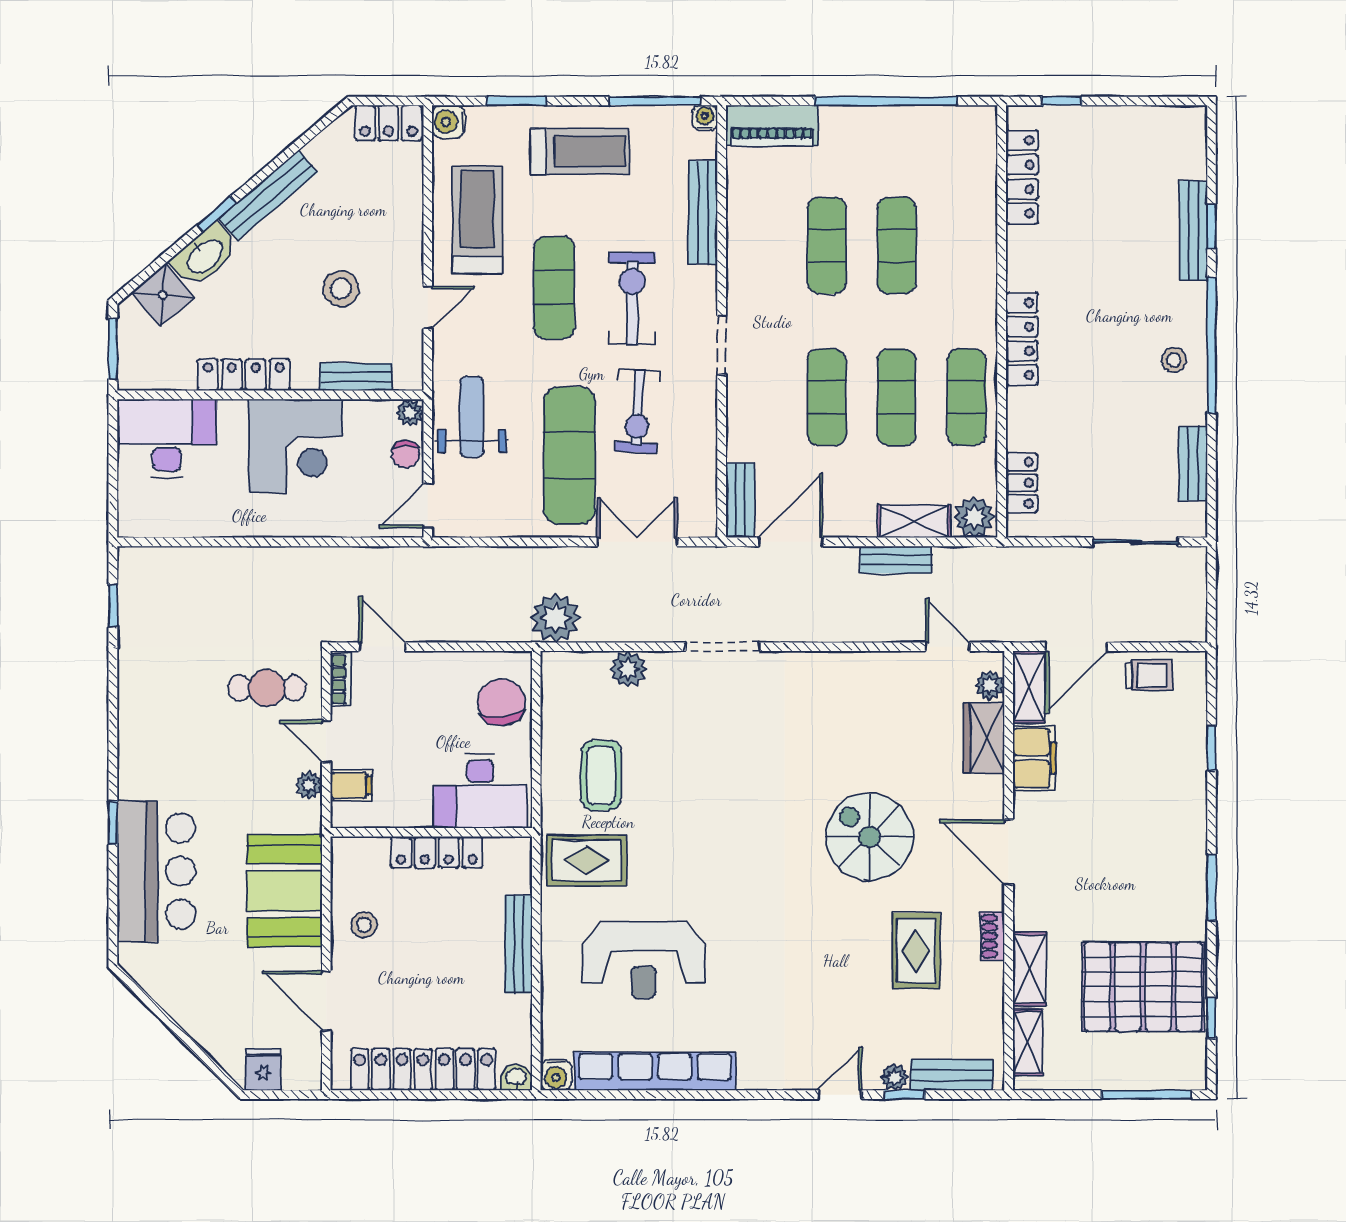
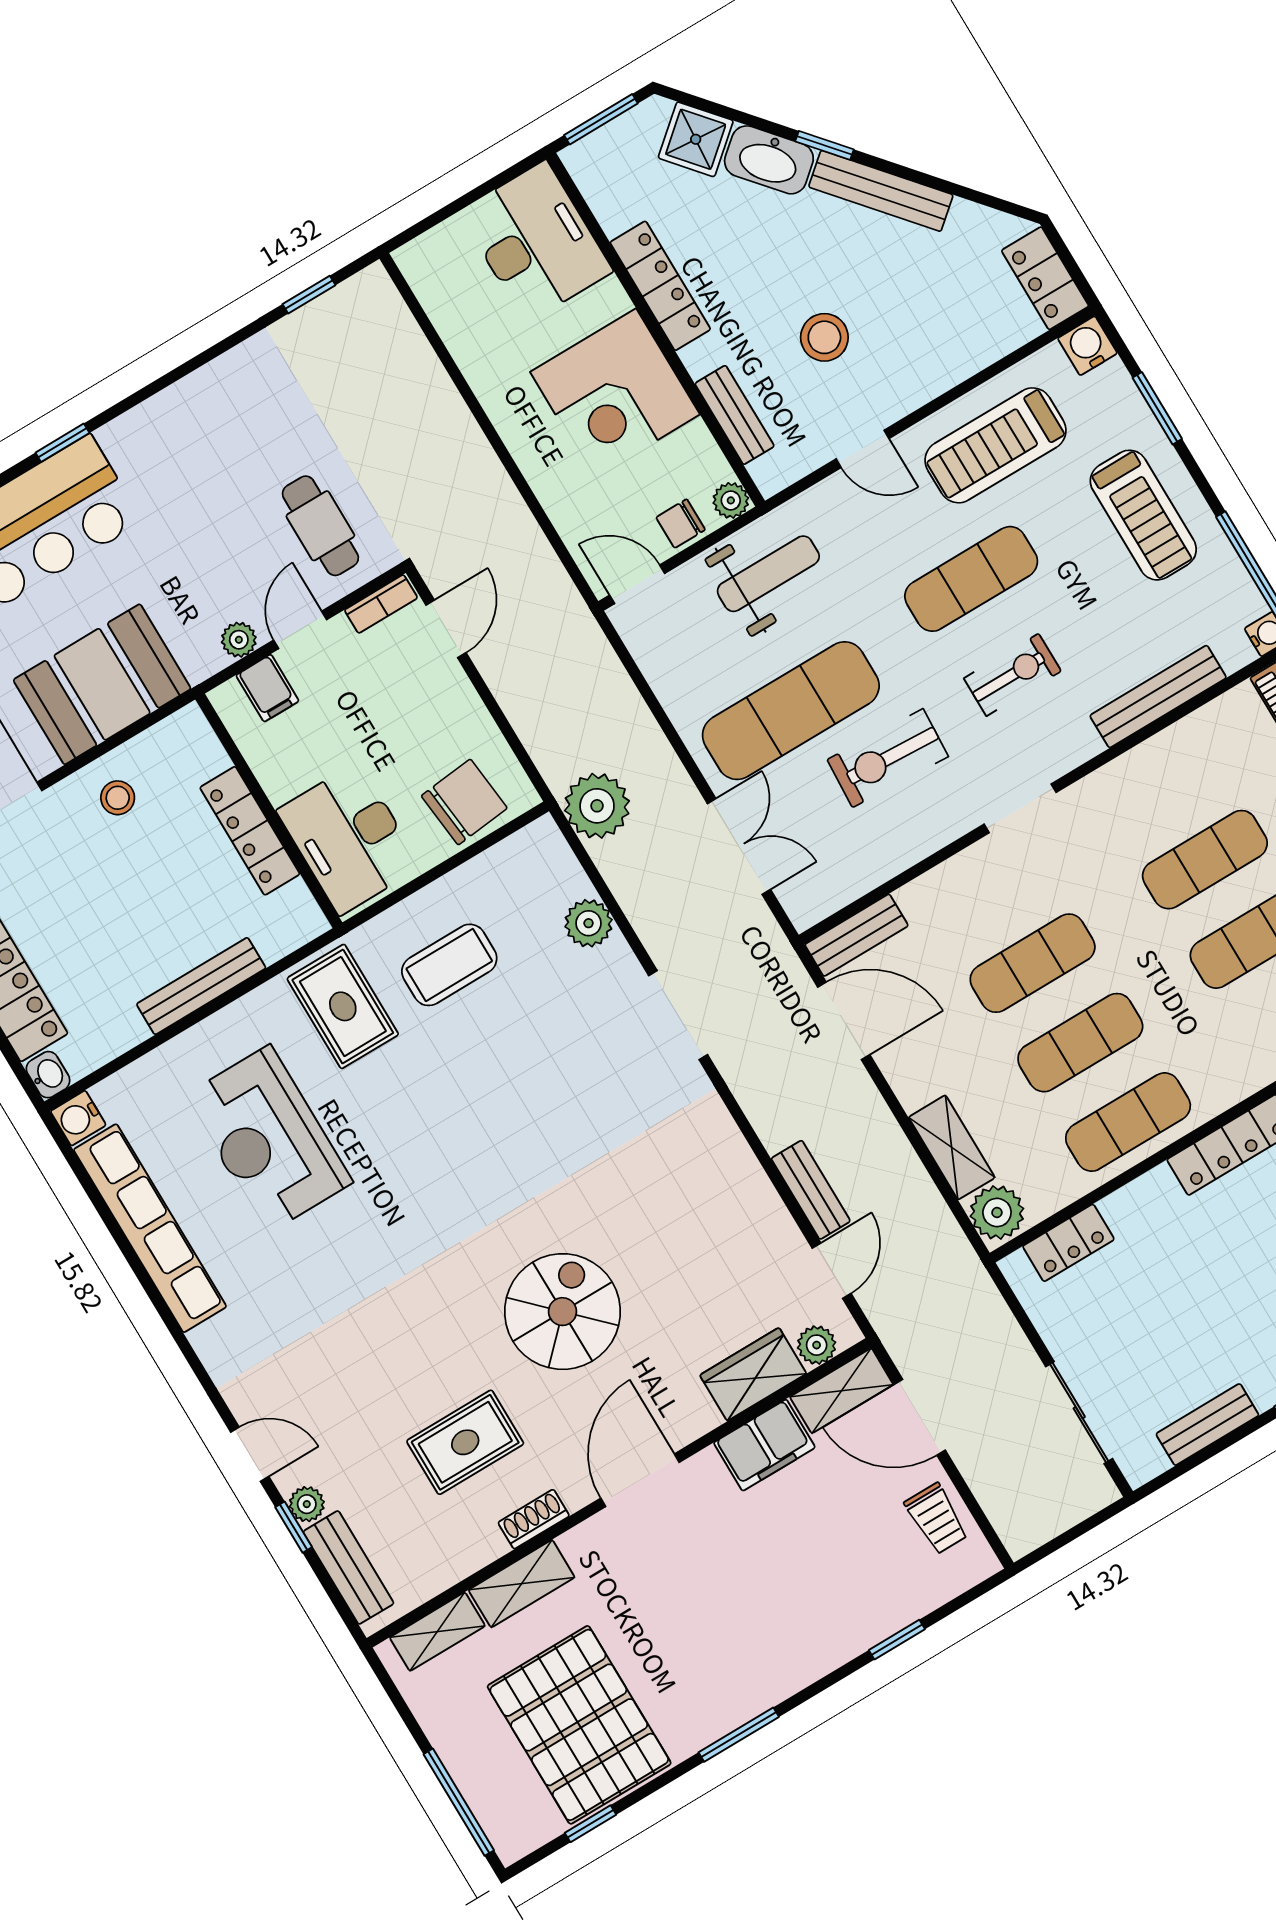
treadmill: (477, 220) -> (996, 445), turned 180
exercise bike: (632, 298) -> (1012, 675), width x0.73, depth x0.72
bench: (896, 560) -> (811, 1190), moved

